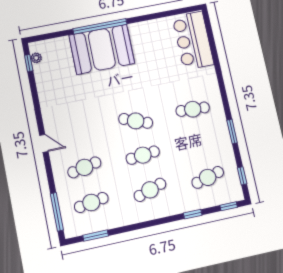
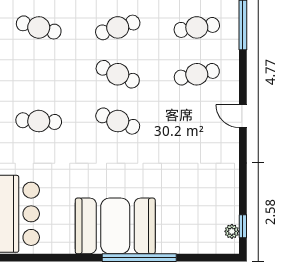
booth: (102, 49) -> (115, 226), moved
cafe table: (143, 155) -> (118, 74), turned 30
cafe table: (208, 177) -> (39, 27), turned 30

